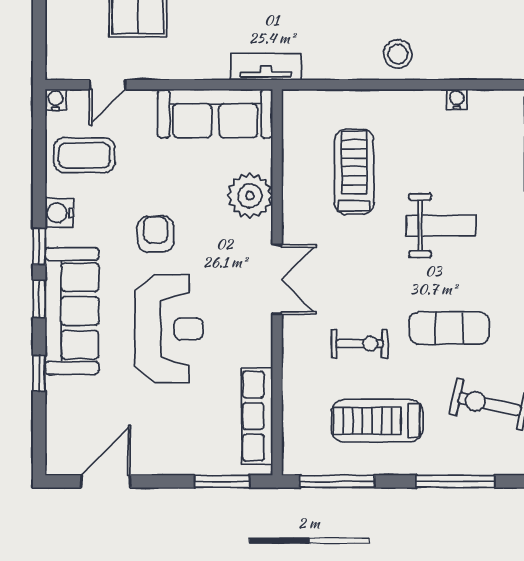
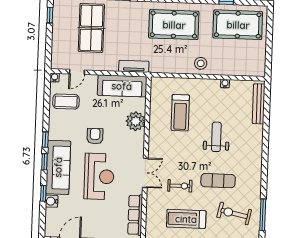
tv unit: (266, 67) -> (134, 66), moved
treadmill: (354, 172) -> (180, 113), turned 180
water cooler: (59, 213) -> (52, 201), moved
weight bench: (441, 225) -> (216, 137), turned -90
double door: (277, 279) -> (145, 173), moved

